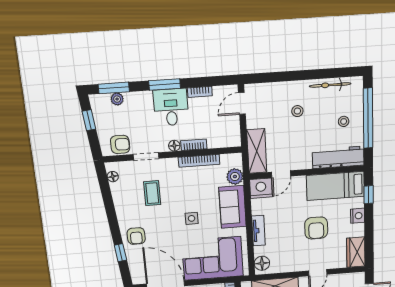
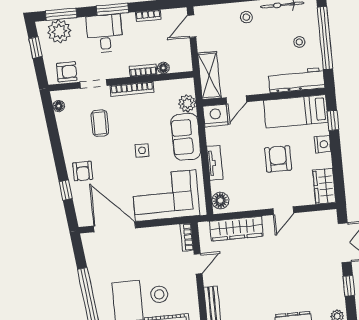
plant: (117, 99) -> (59, 31), width x1.88, depth x1.88
desk: (171, 107) -> (105, 34), moved
stool: (297, 111) -> (246, 17), moved
floor lamp: (174, 146) -> (163, 68), moved
bookcase: (199, 161) -> (132, 89), moved
armchair: (316, 228) -> (278, 159), turned 180

